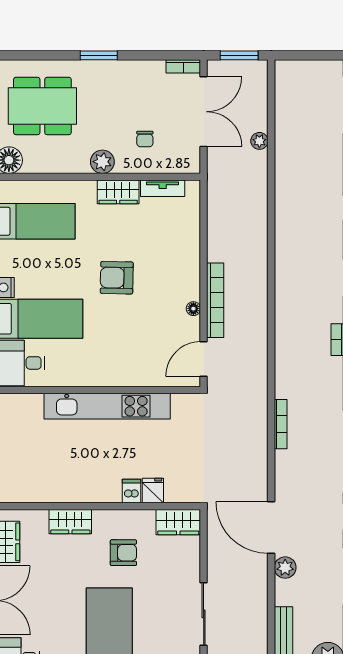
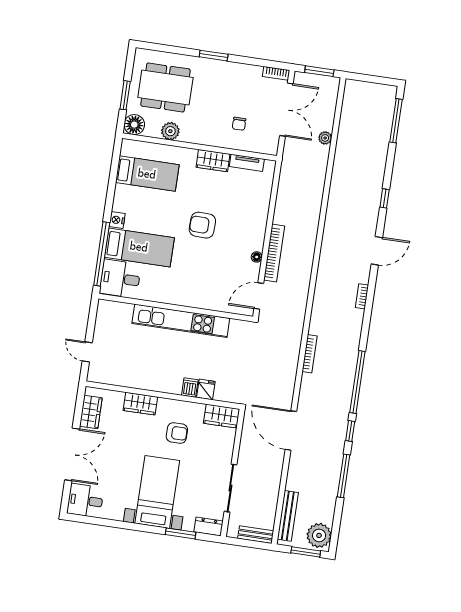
plant: (102, 162) -> (170, 131), moved
plant: (285, 568) -> (297, 462), removed

